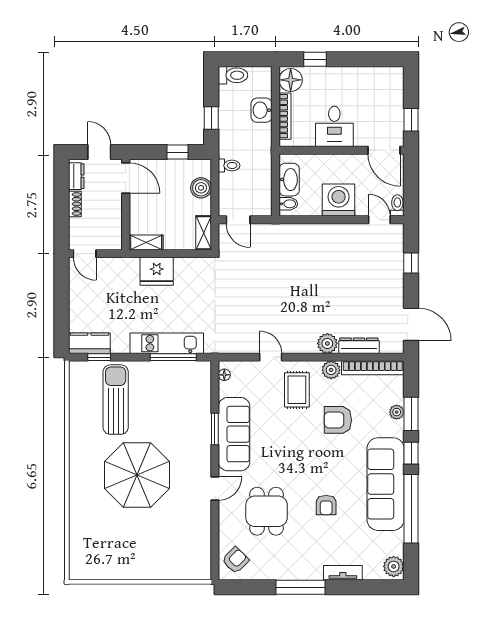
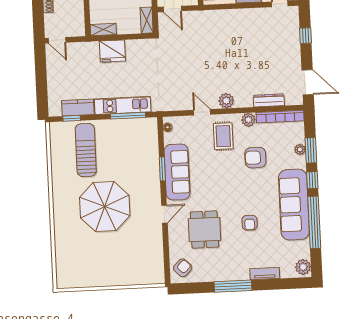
kitchen counter: (89, 343) -> (78, 107), moved
plant: (327, 343) -> (226, 101), moved

